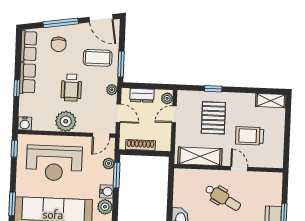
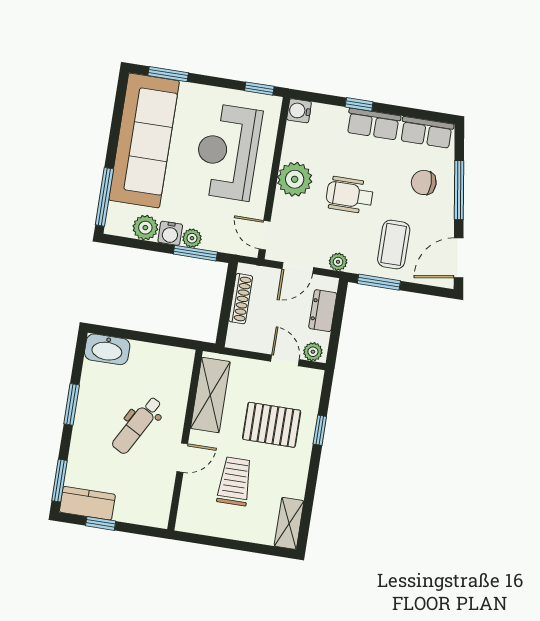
plant: (109, 163) -> (192, 238), moved

